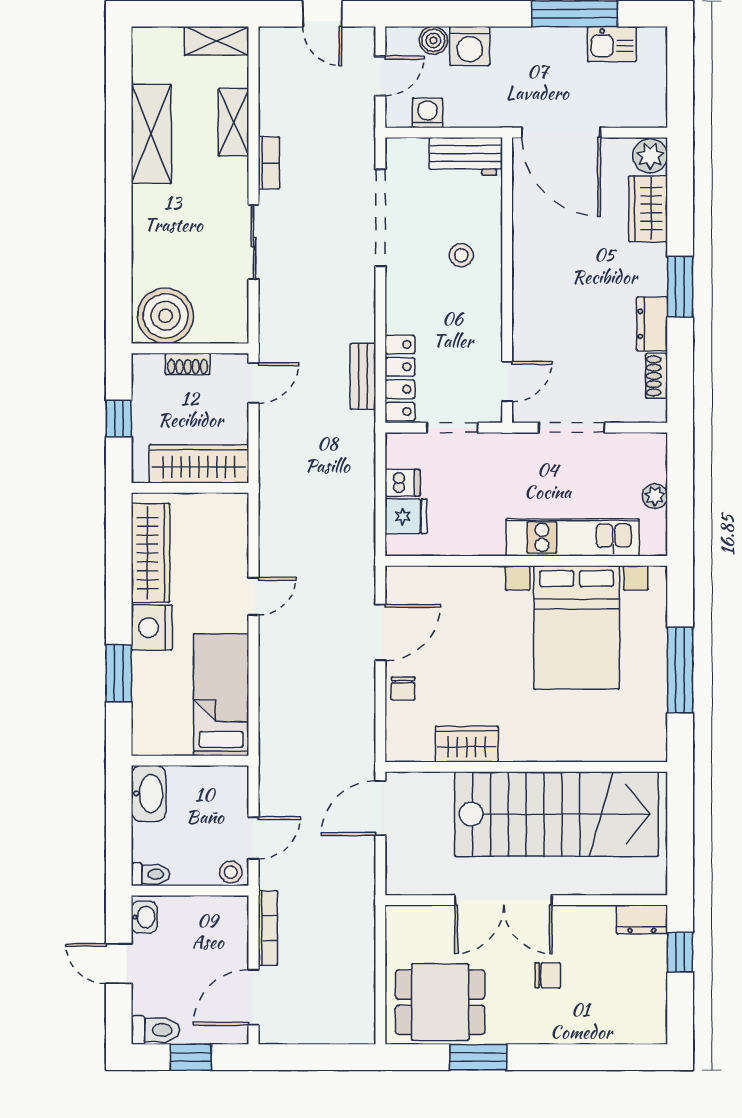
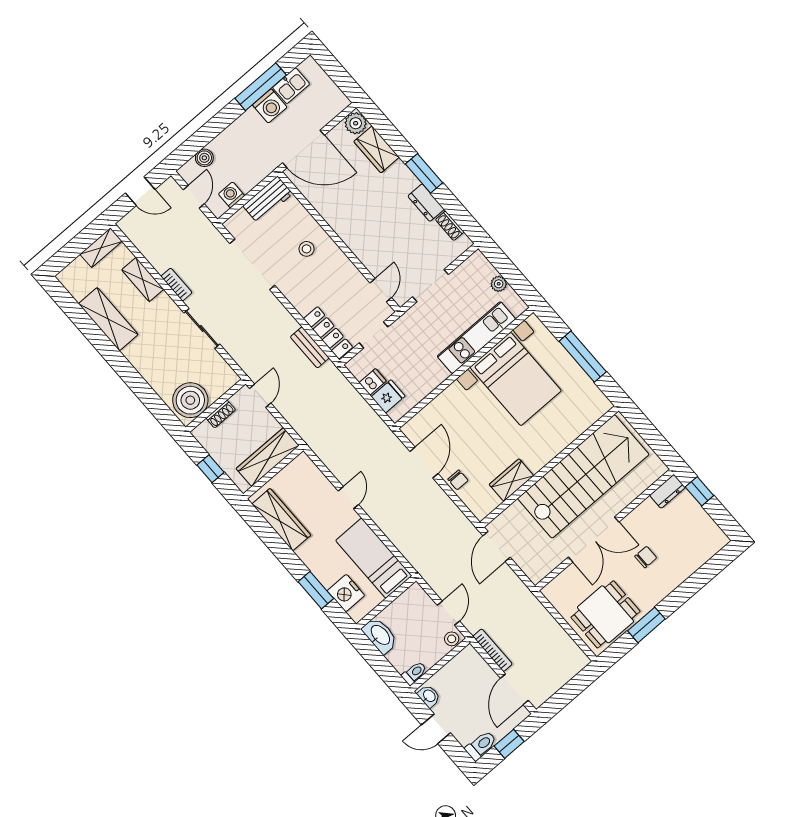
washing machine: (470, 46) -> (270, 106), moved
nightstand: (152, 628) -> (346, 593), moved

